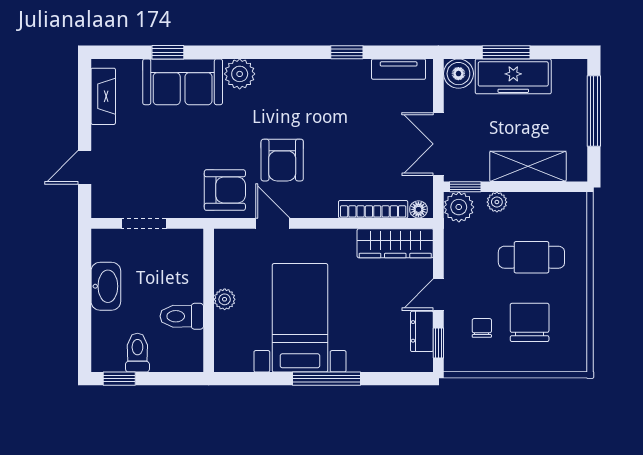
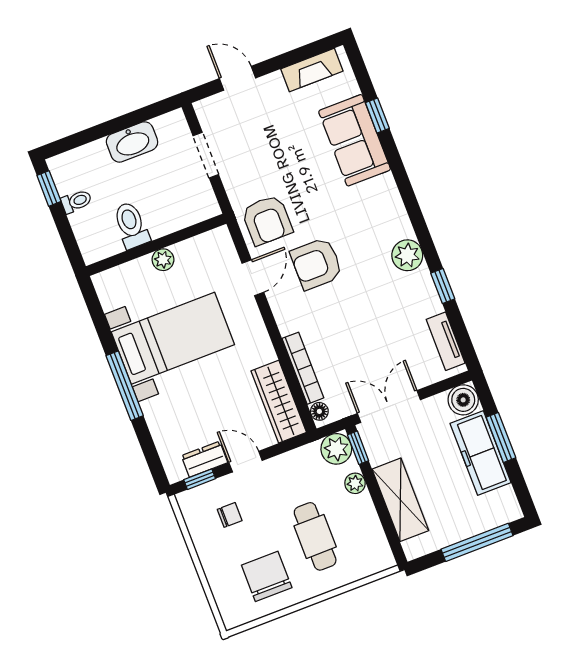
plant: (240, 74) -> (407, 255), moved
chair: (530, 322) -> (267, 576), moved, turned -90
toilet: (137, 353) -> (76, 201), width x0.73, depth x0.72

